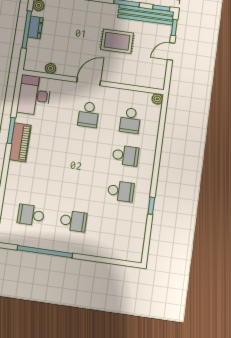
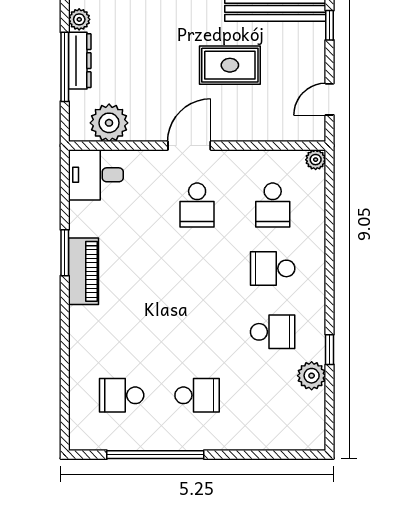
dresser: (35, 27) -> (80, 61), width x1.44
door: (171, 52) -> (330, 99), moved
plant: (51, 68) -> (109, 123), width x1.87, depth x1.87
desk: (34, 95) -> (96, 175), width x0.73
school desk: (125, 156) -> (273, 268), turned 180
plant: (139, 219) -> (312, 376), added

